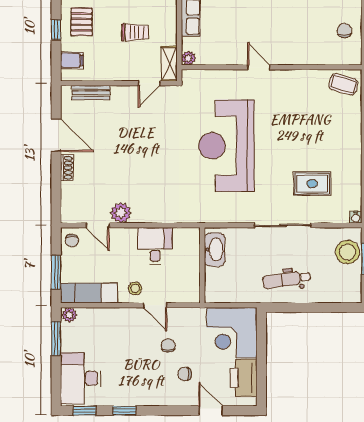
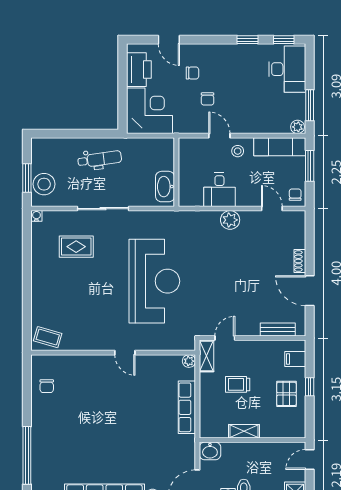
plant: (121, 213) -> (230, 220), moved

